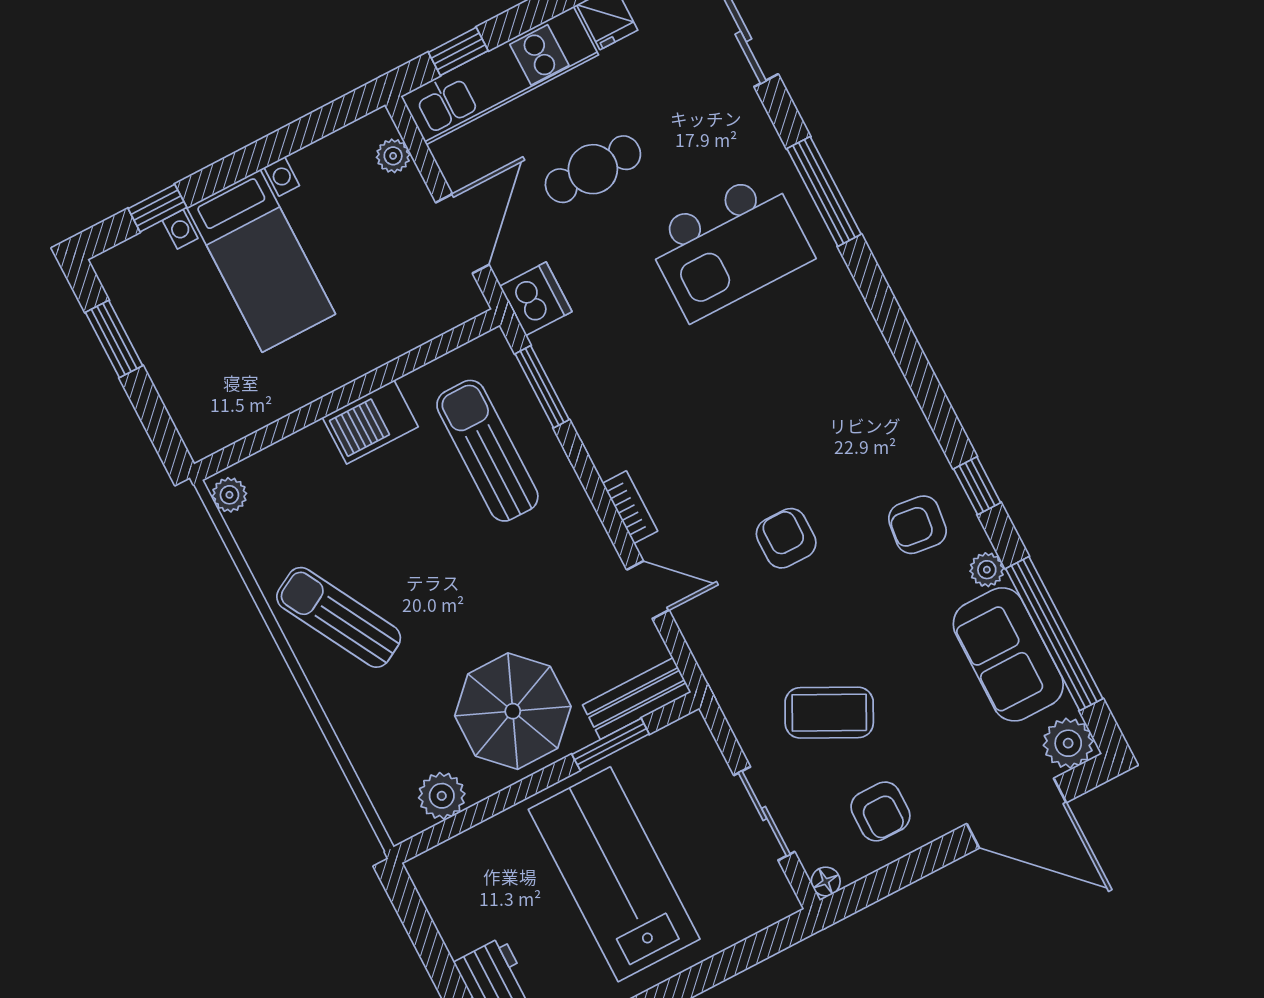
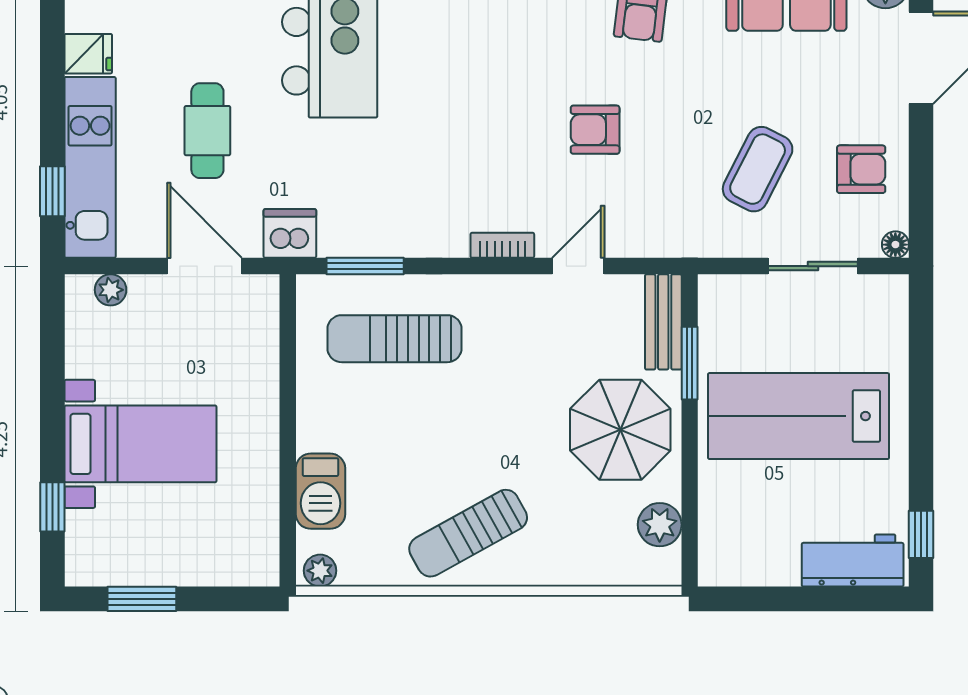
barbecue: (370, 422) -> (320, 491), moved

